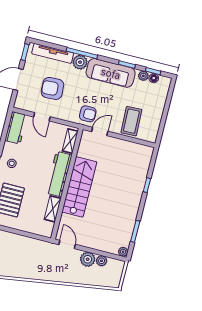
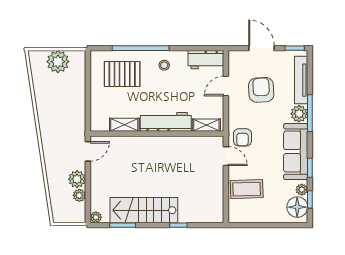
floor lamp: (154, 78) -> (297, 207), width x1.89, depth x1.89
stairs: (79, 187) -> (144, 210), moved, turned 180

